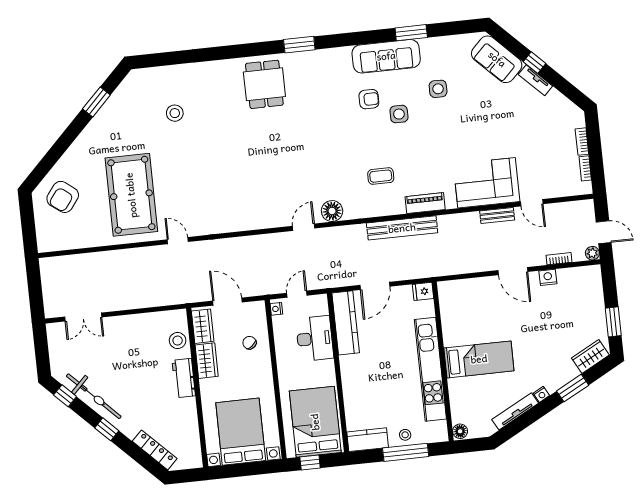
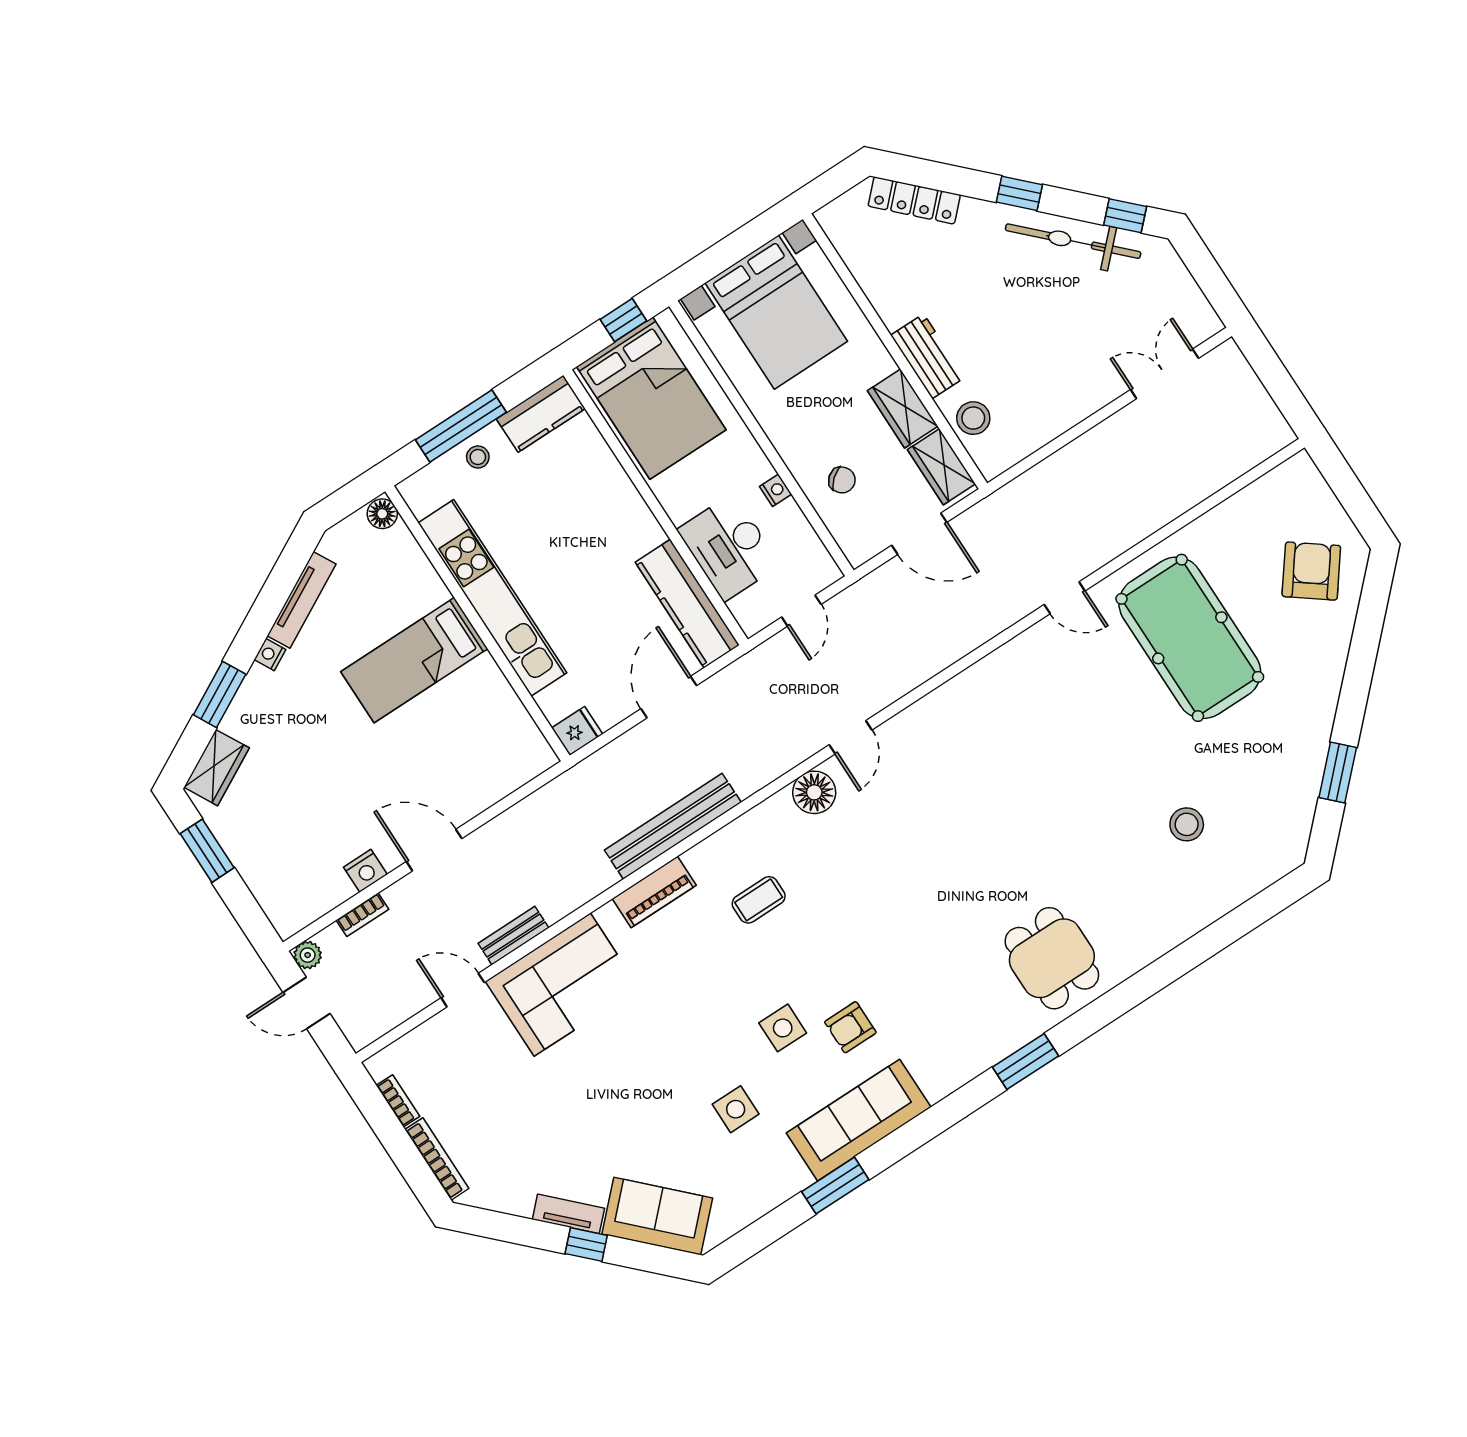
bookcase: (582, 142) -> (437, 1159), width x1.56
nightstand: (276, 309) -> (776, 490), moved

